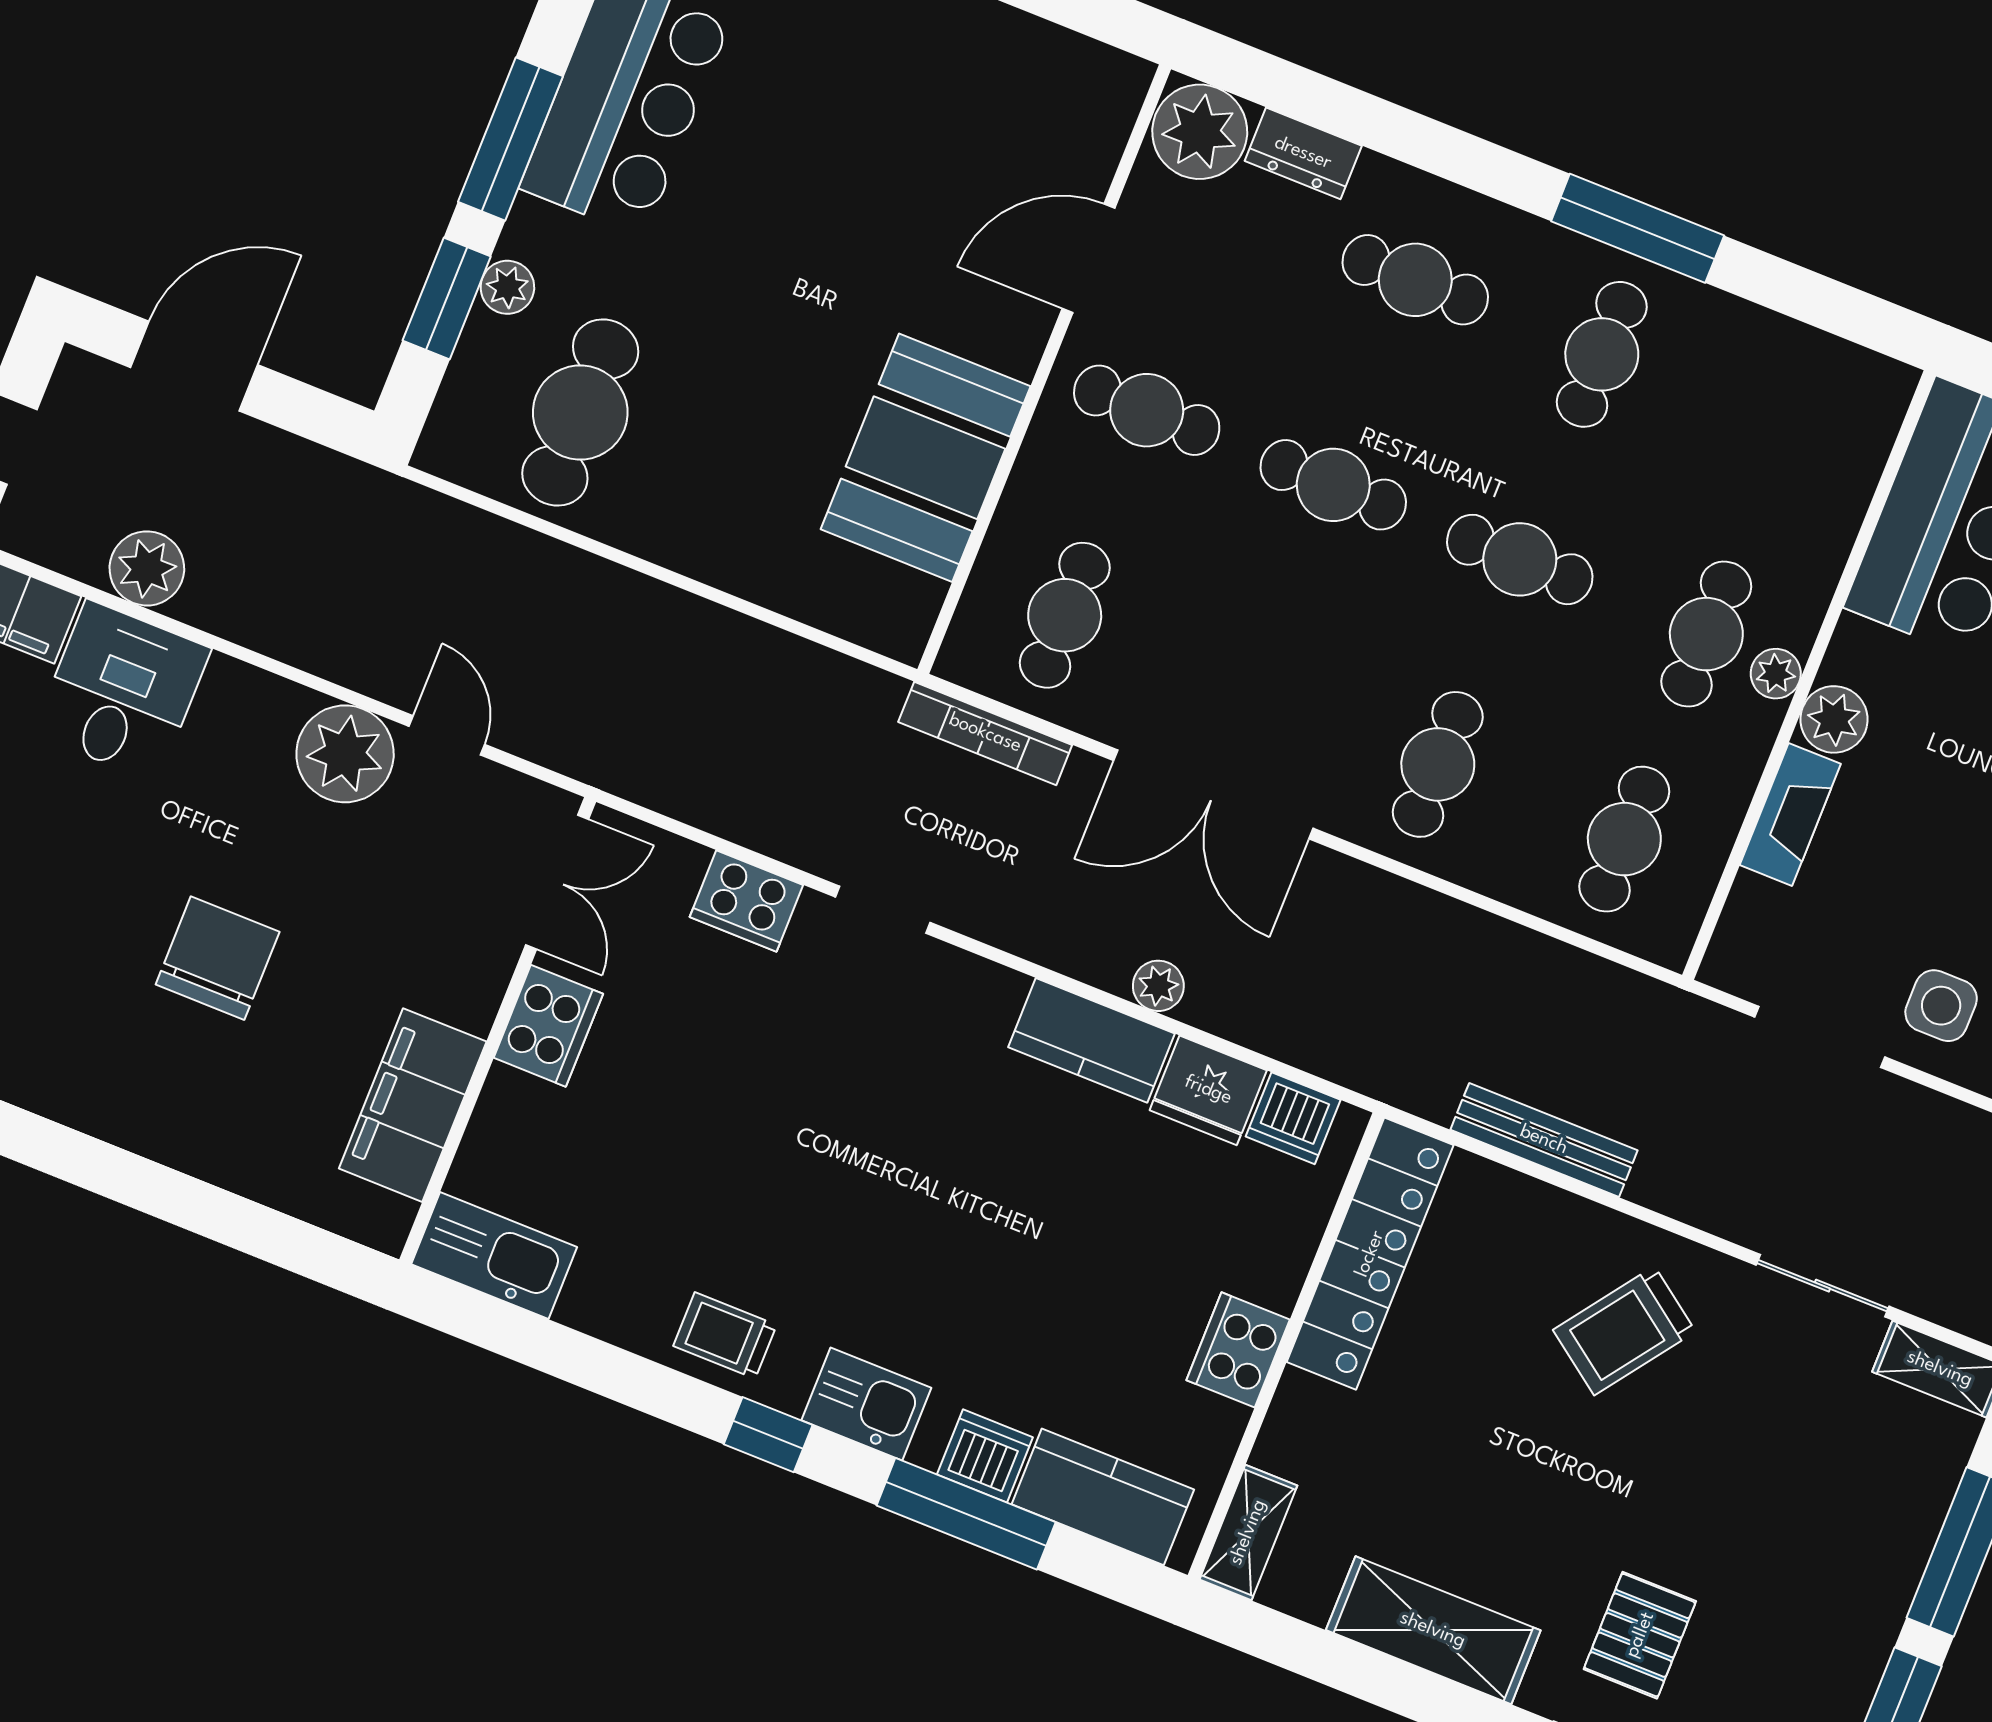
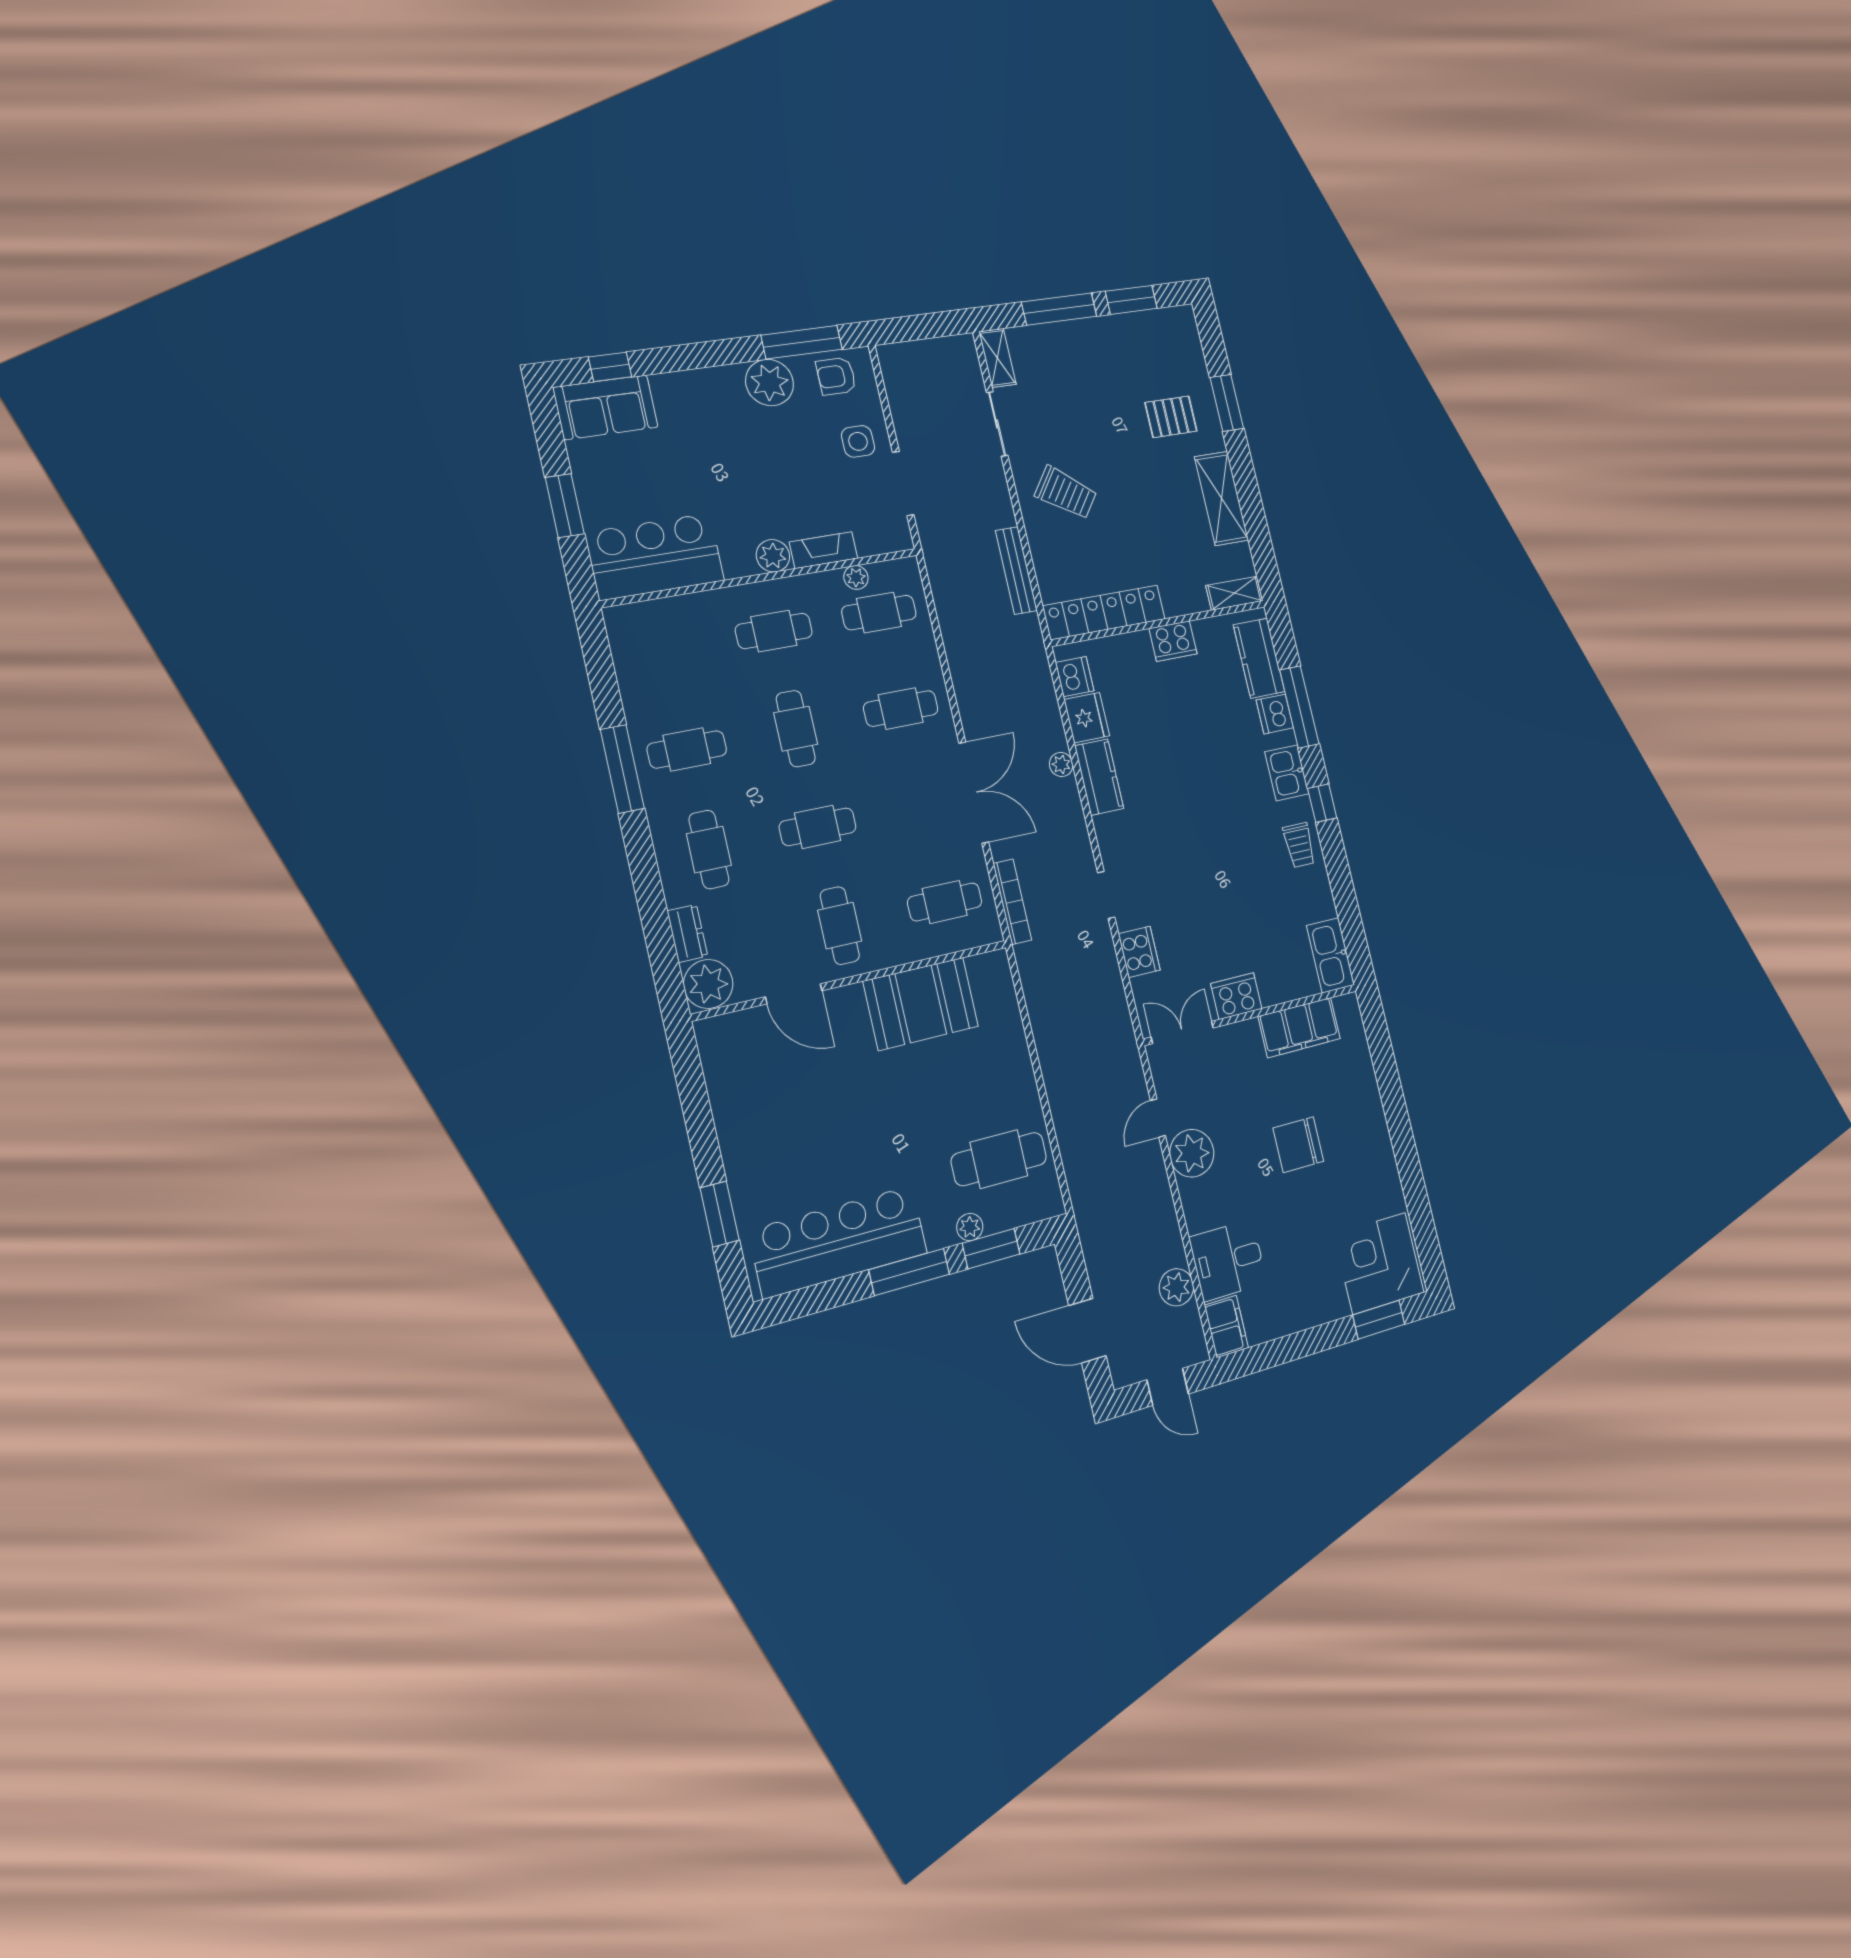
cafe table: (1333, 485) -> (818, 827), turned 90
plant: (1776, 674) -> (856, 577), moved

